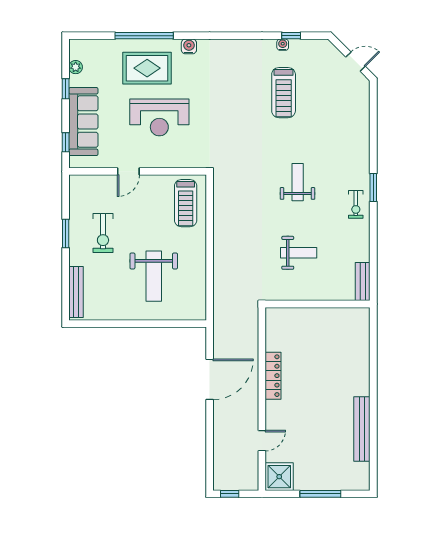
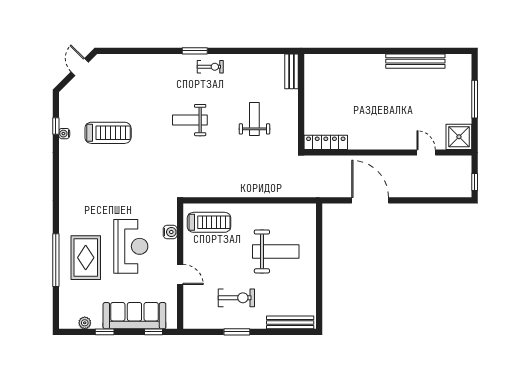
water cooler: (189, 46) -> (170, 232), moved, turned 180
bench: (363, 282) -> (292, 71), moved, turned 90
locker: (273, 376) -> (326, 142), moved

